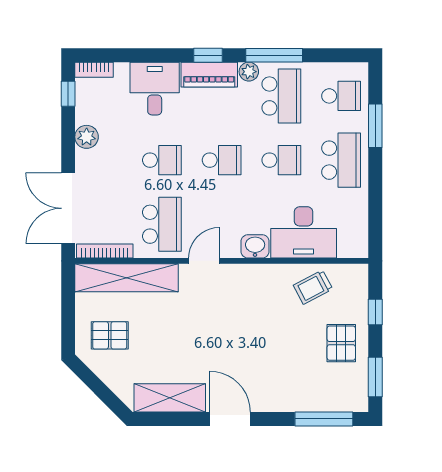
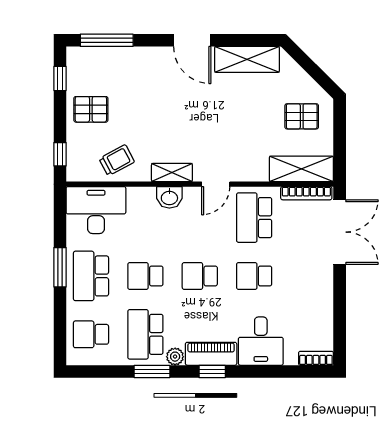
window: (274, 55) -> (152, 371), width x0.69
window: (68, 94) -> (340, 336), removed
window: (375, 126) -> (60, 267), moved
plant: (87, 137) -> (323, 297), removed
desk: (304, 232) -> (96, 210), moved
shelving: (252, 274) -> (172, 172), added
shelving: (126, 278) -> (301, 169), width x0.68
window: (375, 312) -> (60, 154), moved
pallet: (341, 343) -> (91, 109), turned 90
window: (375, 377) -> (60, 79), width x0.67

